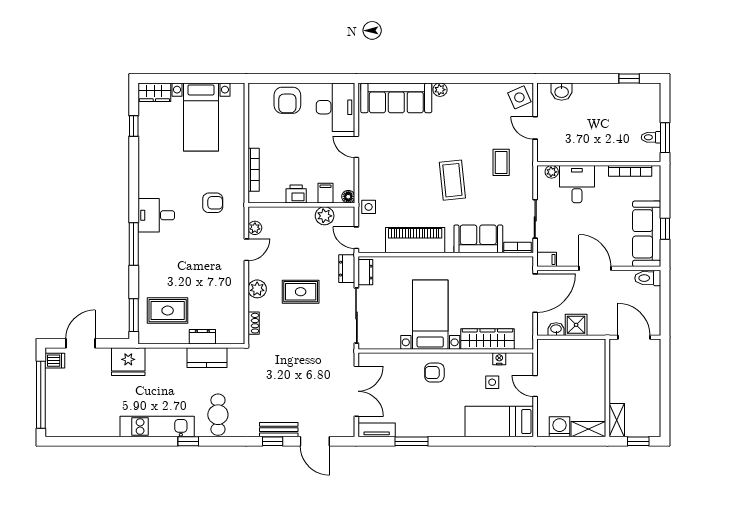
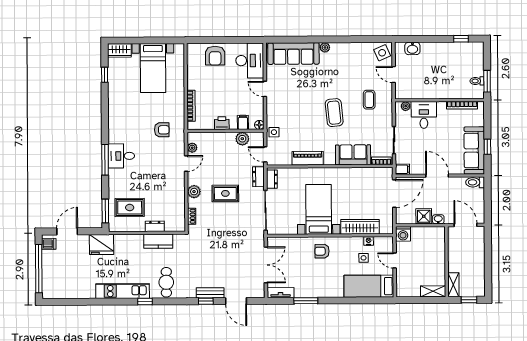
desk: (156, 215) -> (121, 156), moved
piano: (415, 240) -> (308, 158), width x0.73, depth x0.75
washbasin: (556, 329) -> (438, 219), moved
washing machine: (560, 427) -> (403, 234), moved, turned 180

